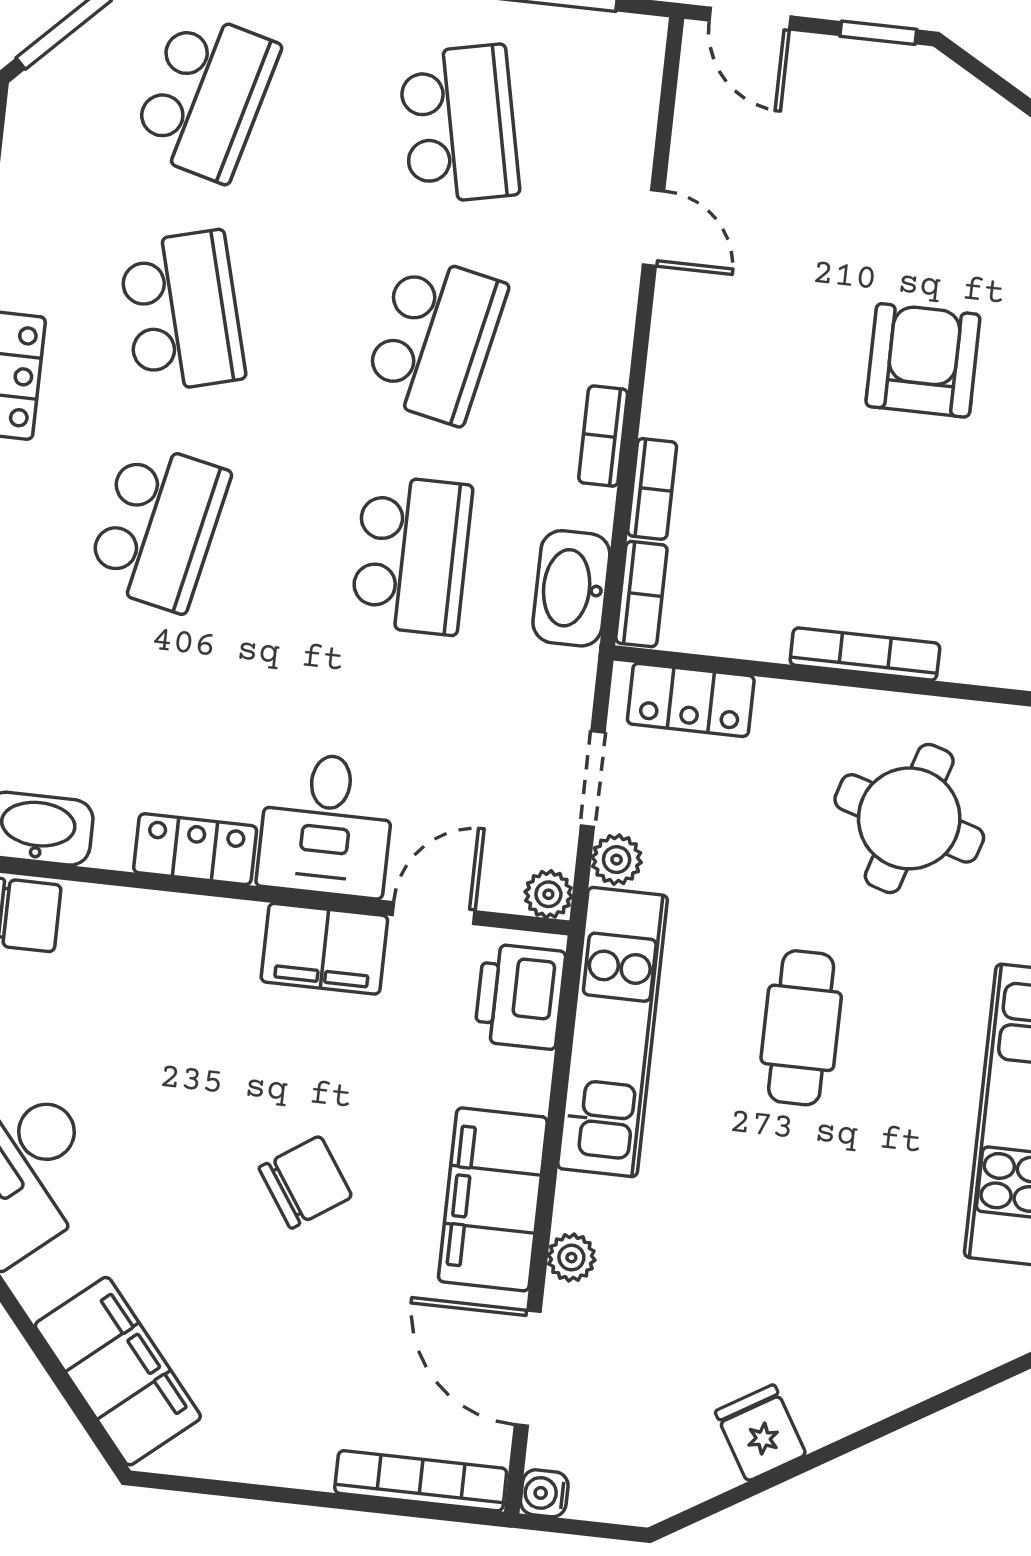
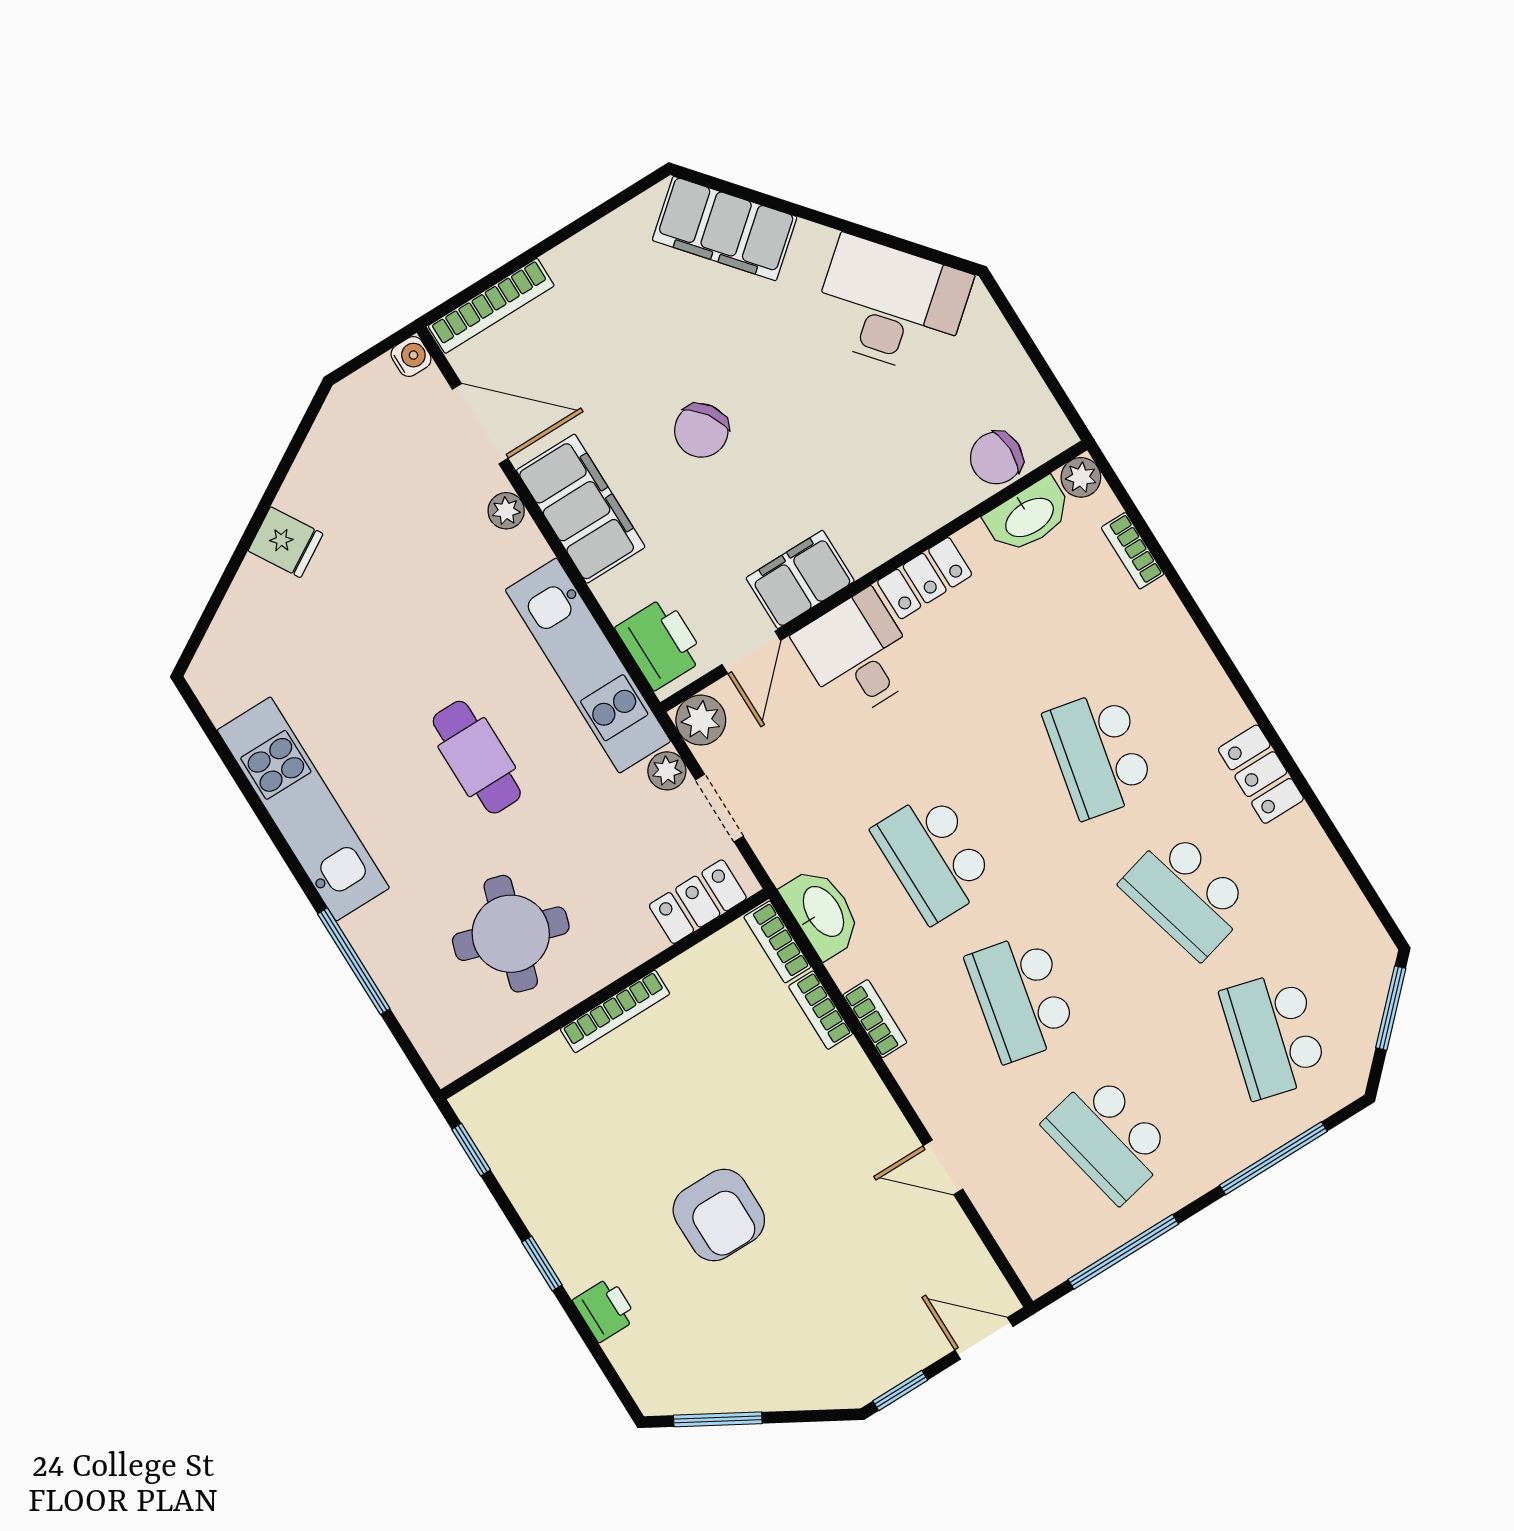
plant: (548, 894) -> (701, 720), width x1.38, depth x1.38
fridge: (761, 1433) -> (286, 542), moved

